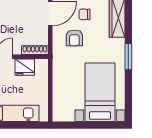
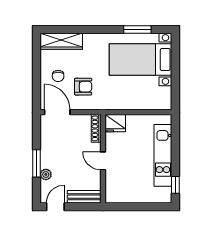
window: (128, 57) -> (137, 29), moved
fridge: (25, 67) -> (115, 123), moved, turned 90

